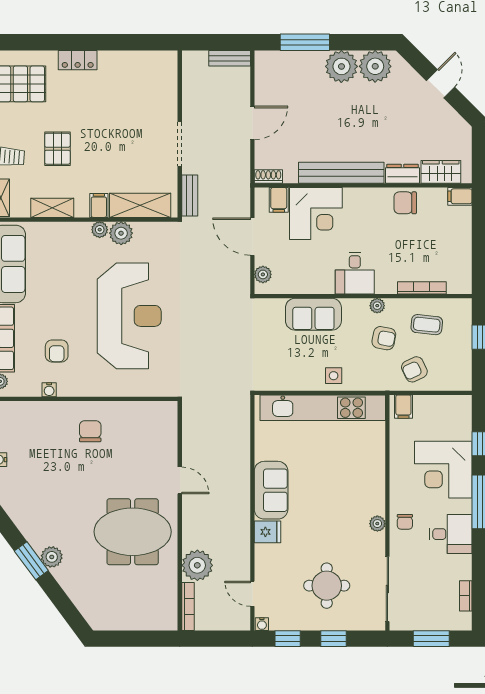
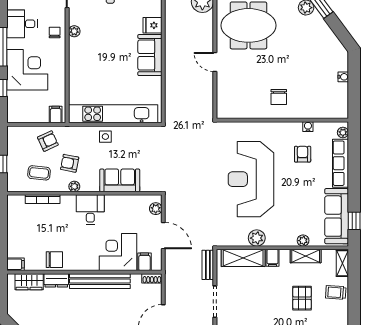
plant: (100, 230) -> (303, 241), moved

